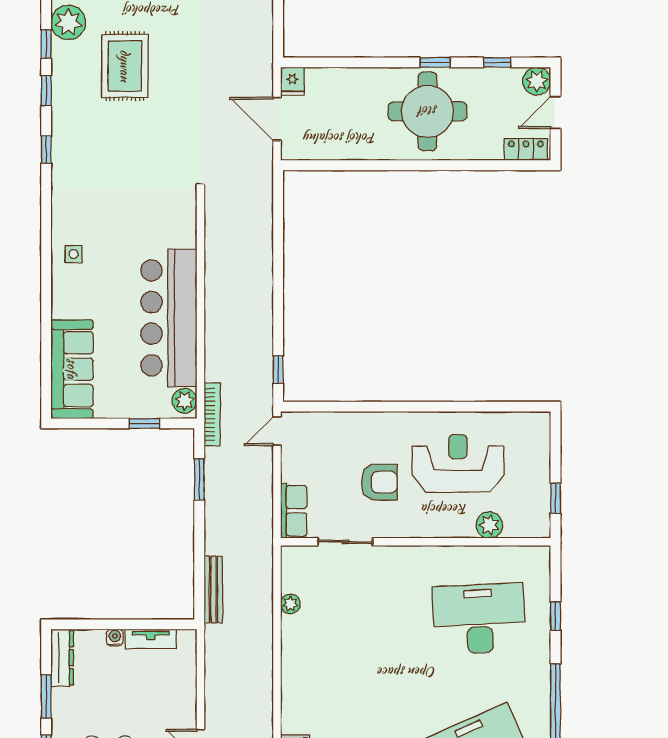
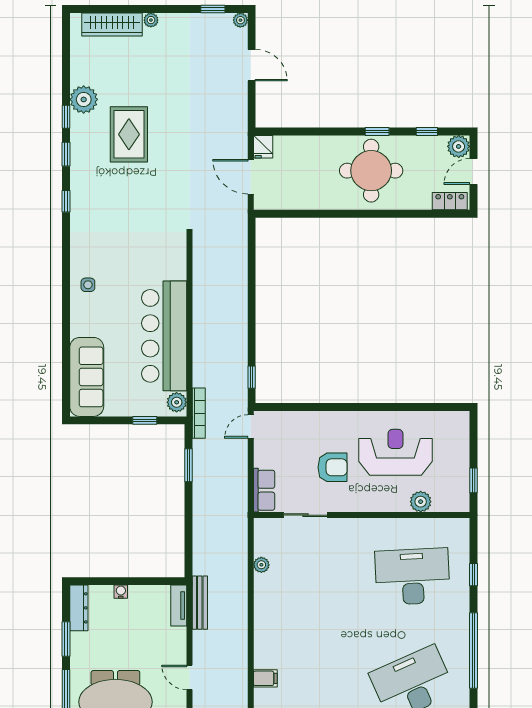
bench: (213, 590) -> (200, 603), moved
tv unit: (151, 639) -> (179, 605), moved, turned 90

